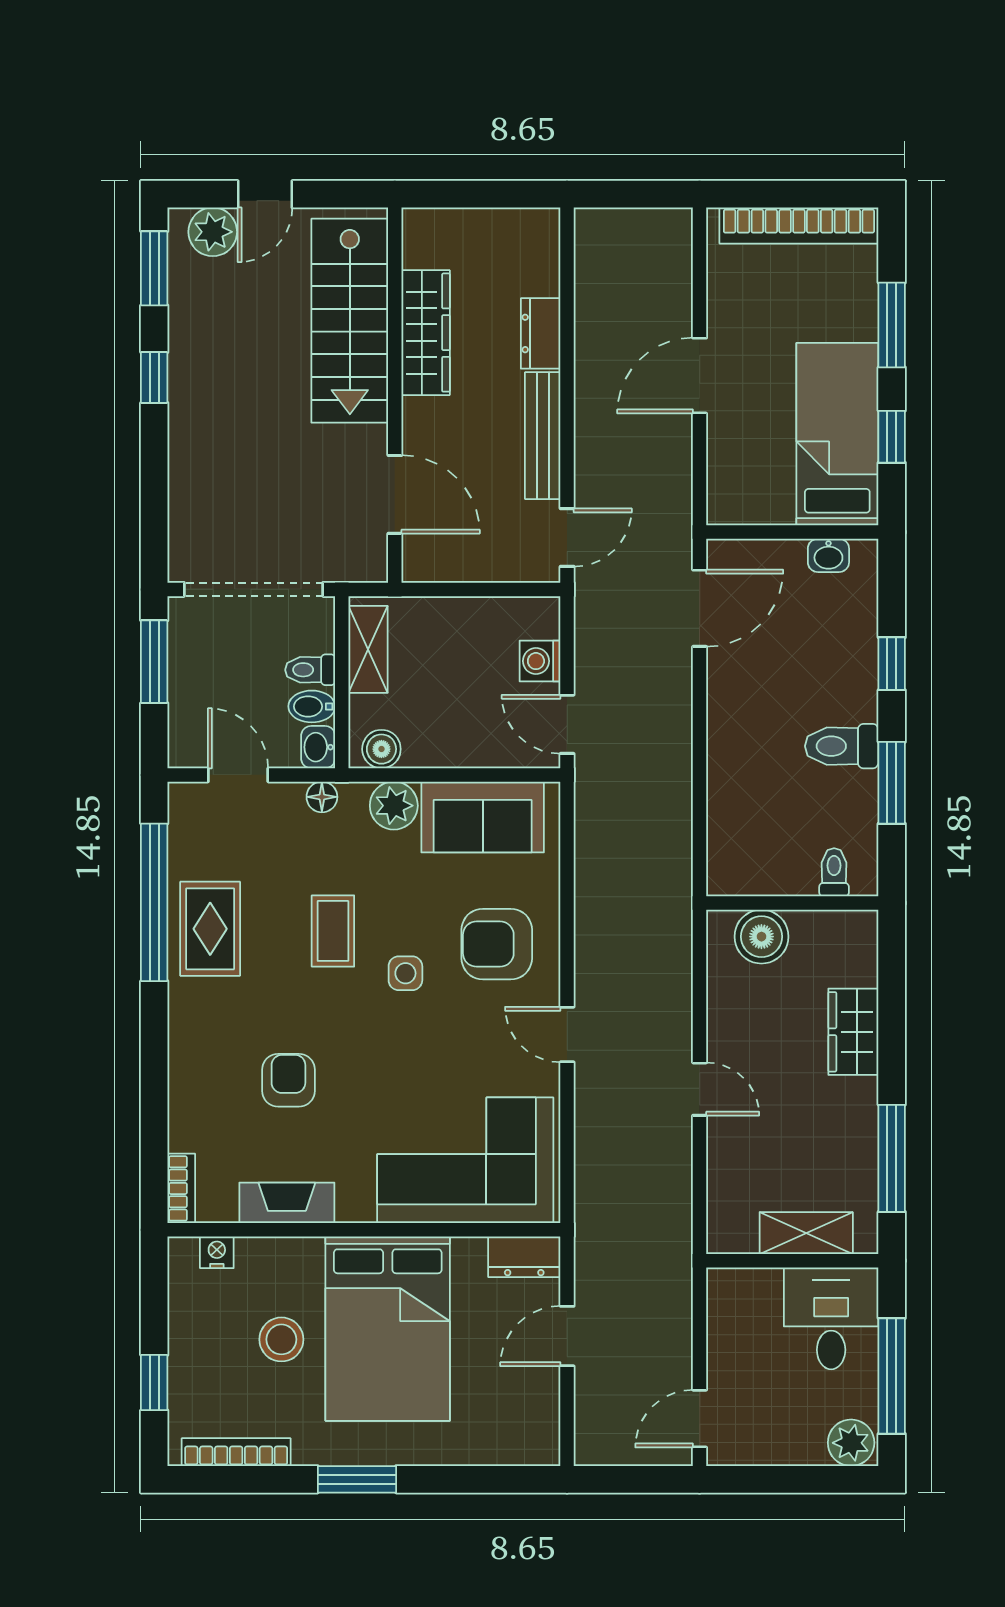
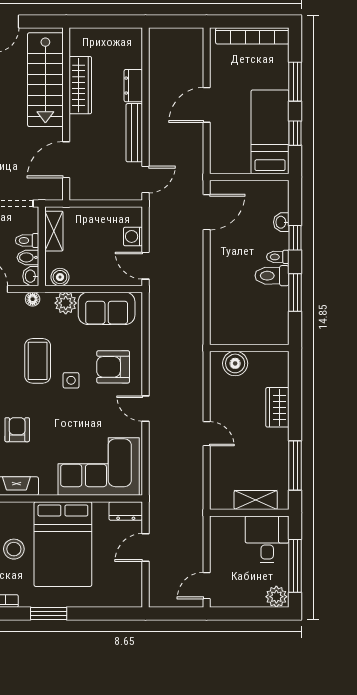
door: (395, 494) -> (66, 160), swing flipped
washbasin: (828, 555) -> (281, 222), moved, turned 90
toilet: (834, 872) -> (278, 257), moved, turned -90
coffee table: (333, 931) -> (38, 361), width x1.36, depth x1.30

